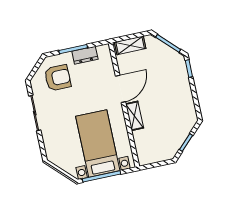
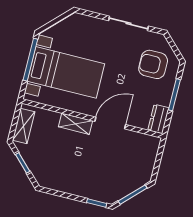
shelving: (130, 45) -> (24, 126), moved
dresser: (85, 55) -> (158, 119), moved
armchair: (58, 78) -> (153, 64), turned 90
door: (120, 89) -> (110, 123), swing flipped

